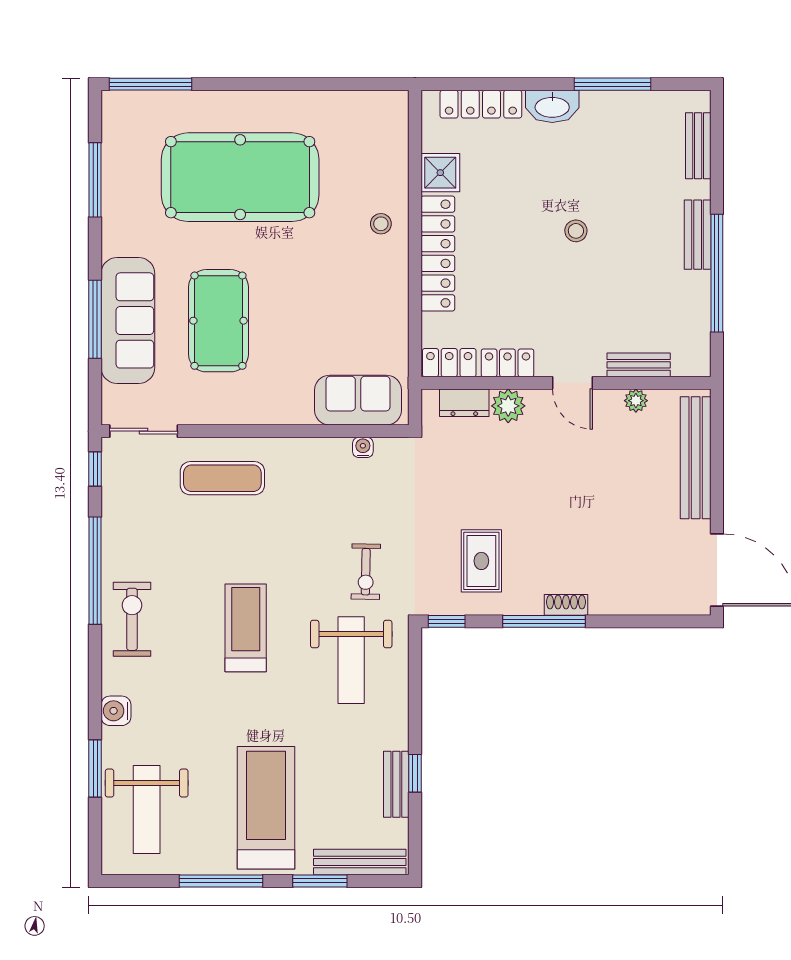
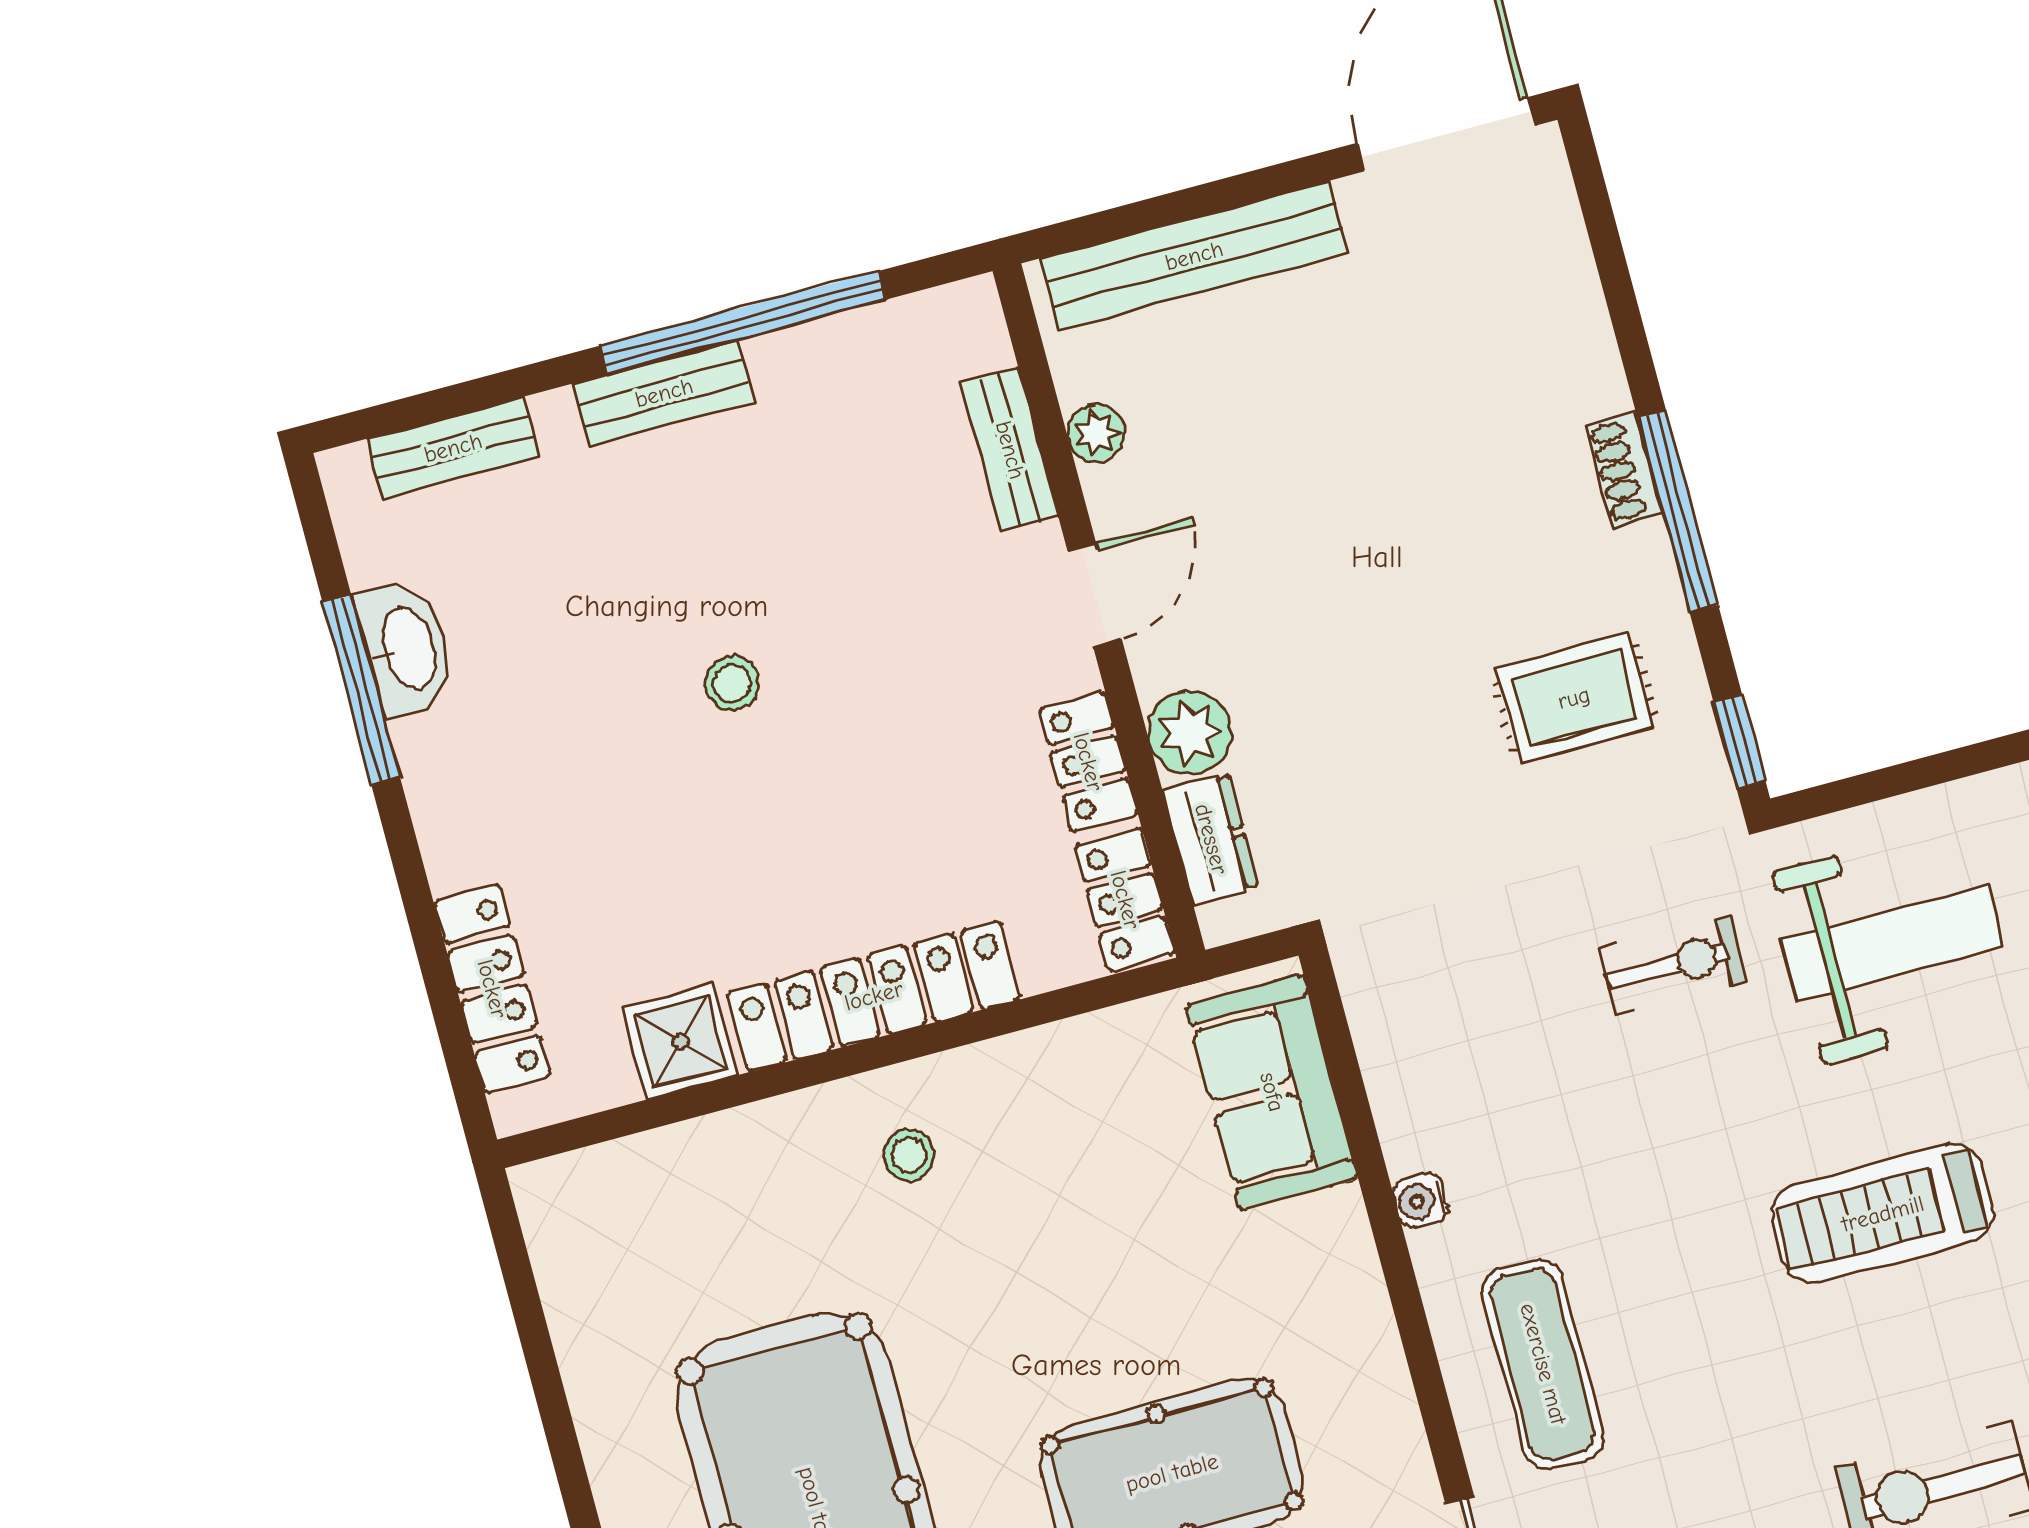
washbasin: (552, 106) -> (407, 648), moved
stool: (381, 224) -> (909, 1155), moved
water cooler: (363, 447) -> (1421, 1200), moved

